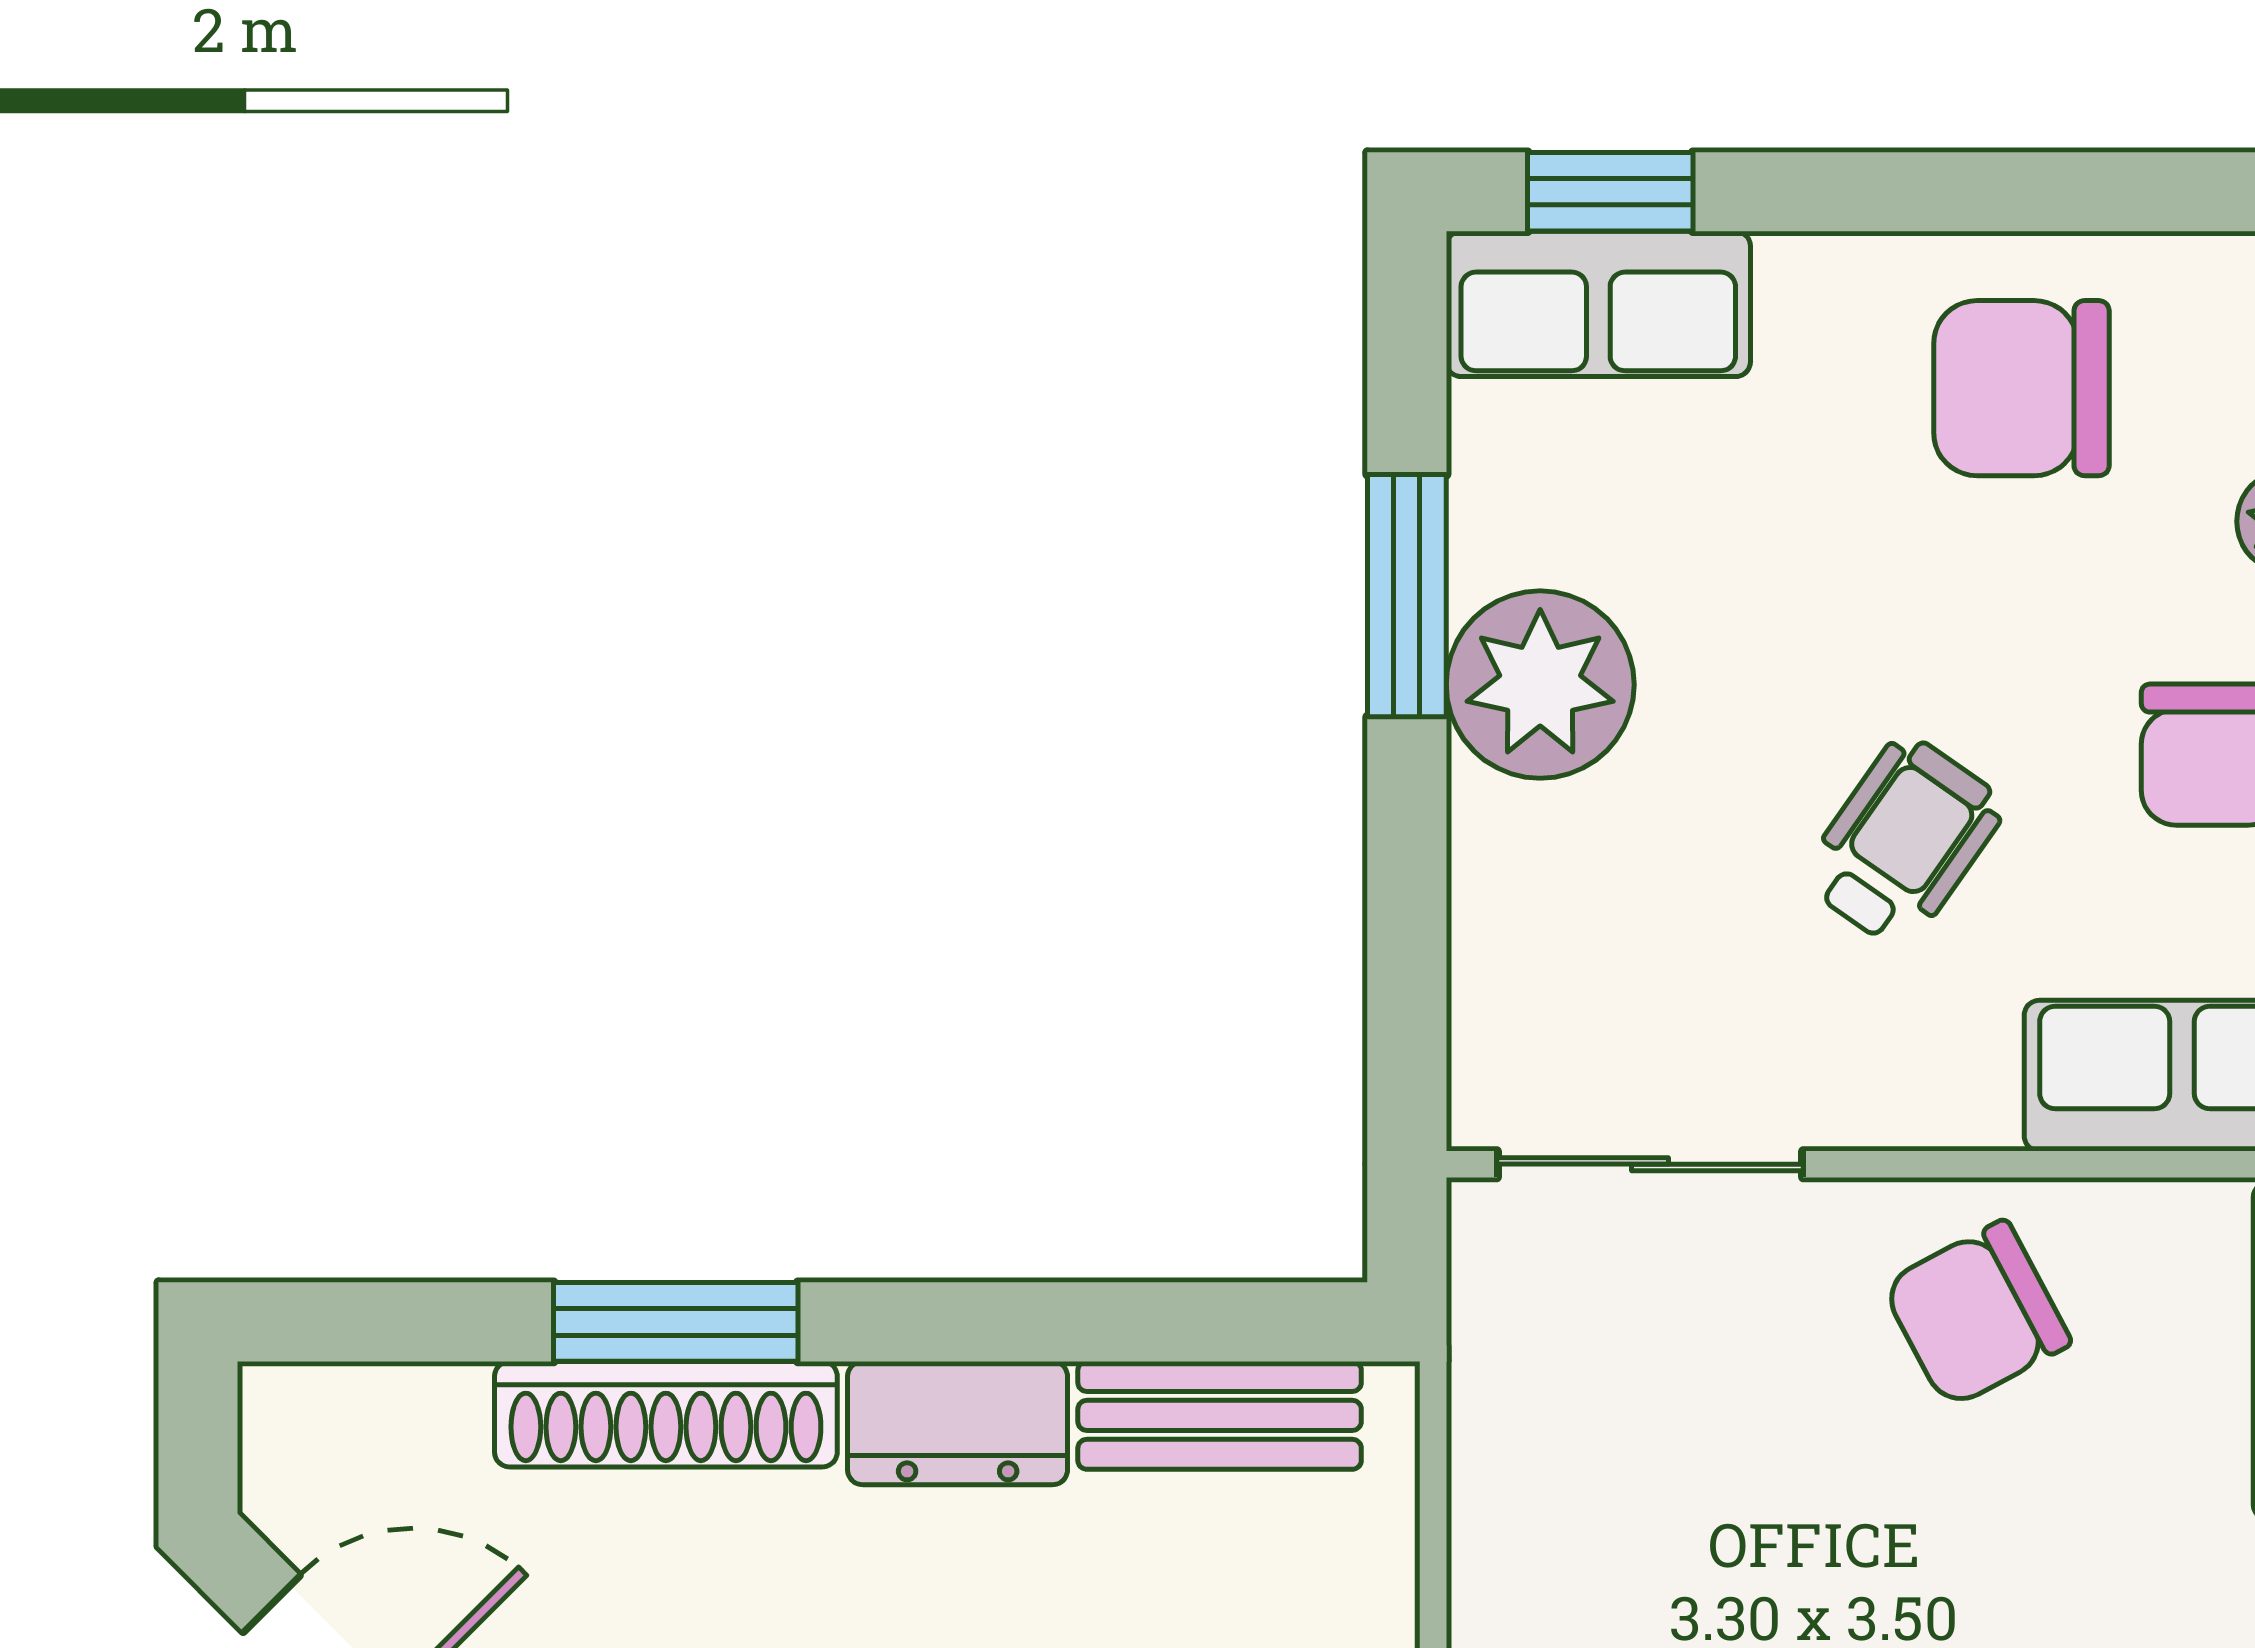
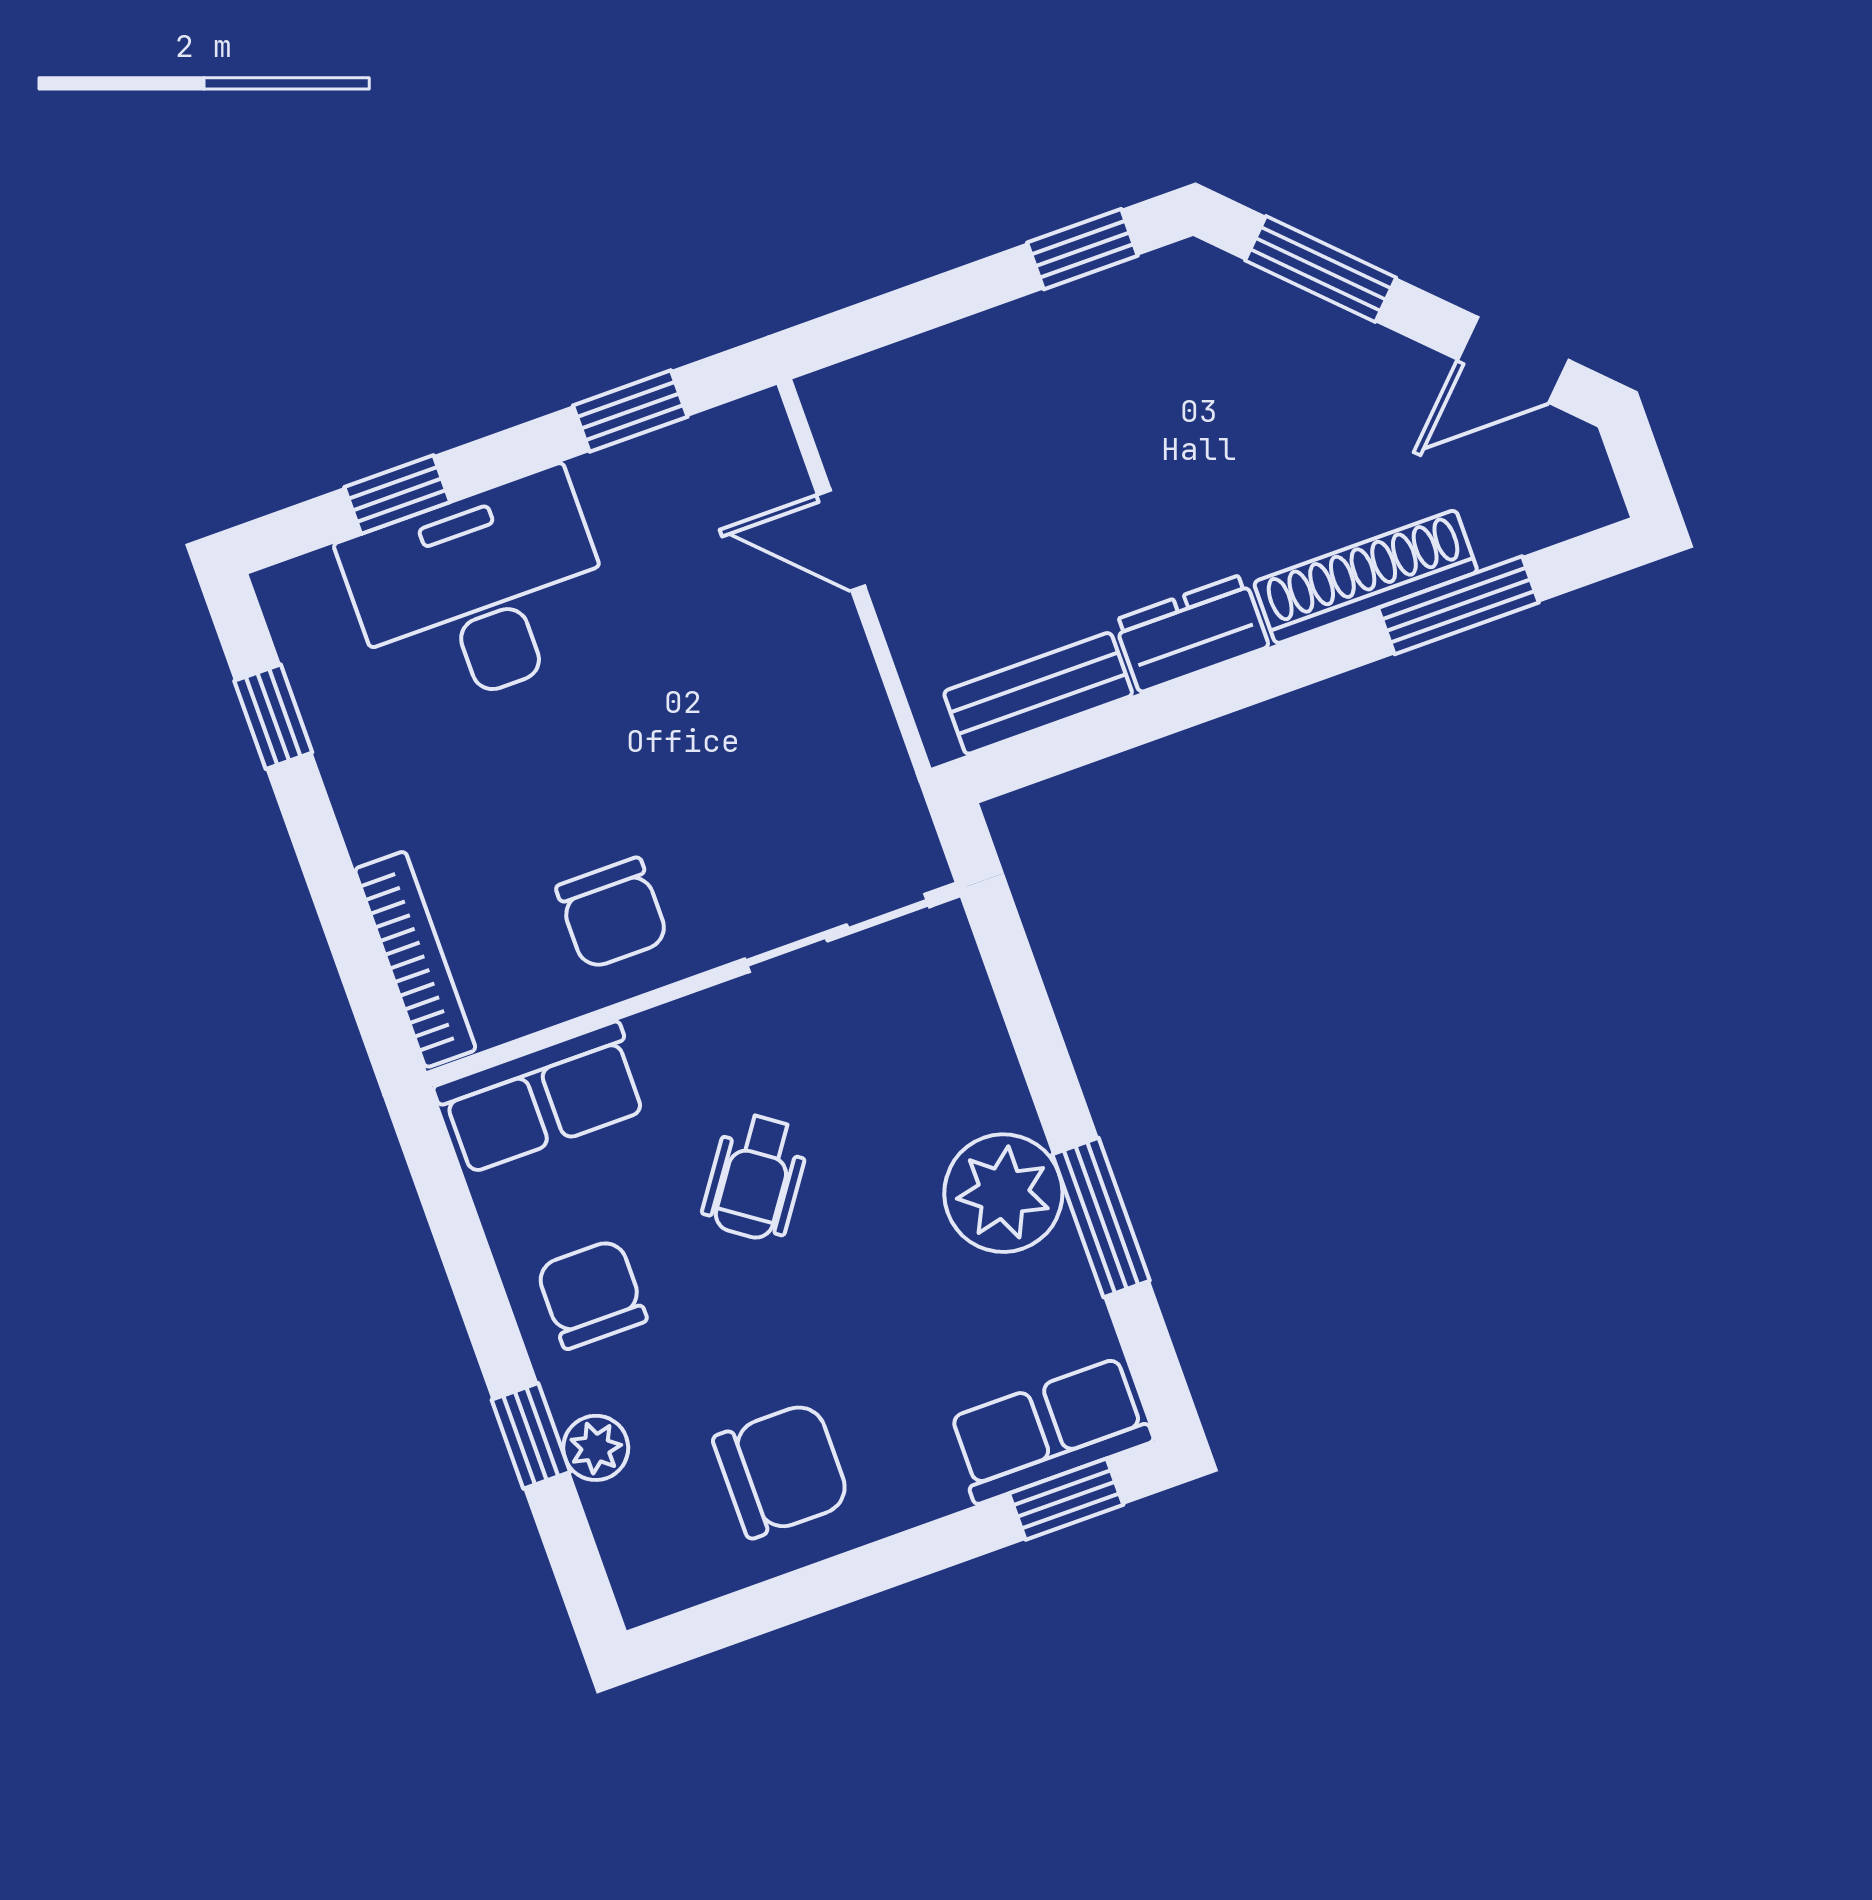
chair: (1976, 1314) -> (612, 913), turned 118
window: (676, 1322) -> (1458, 605), moved

